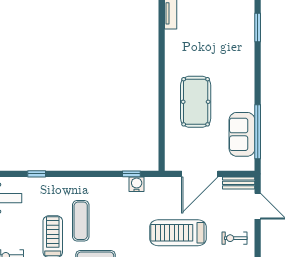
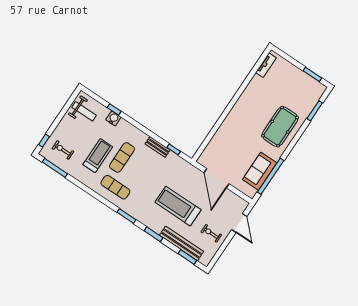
pool table: (196, 102) -> (280, 127), moved
door: (200, 174) -> (217, 178), hinge flipped
bench: (239, 183) -> (158, 147), moved
water cooler: (137, 184) -> (113, 118), moved

